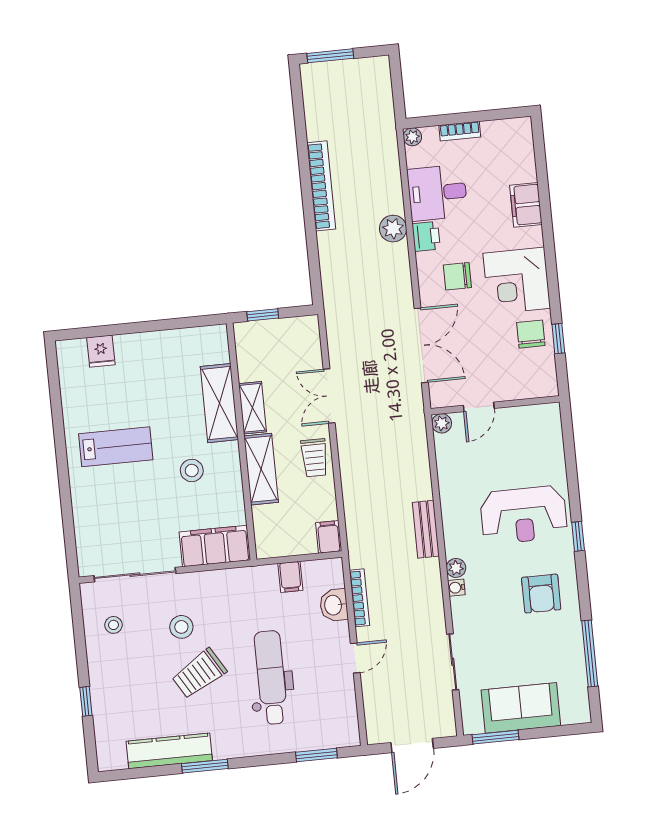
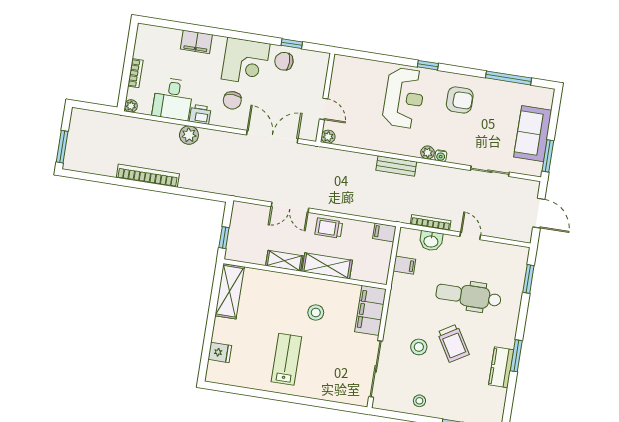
shelving: (219, 403) -> (230, 291), moved, turned 90
trolley: (314, 458) -> (329, 228), turned 180
stool: (113, 625) -> (419, 401), moved
kitchen counter: (169, 751) -> (501, 367), width x0.67

